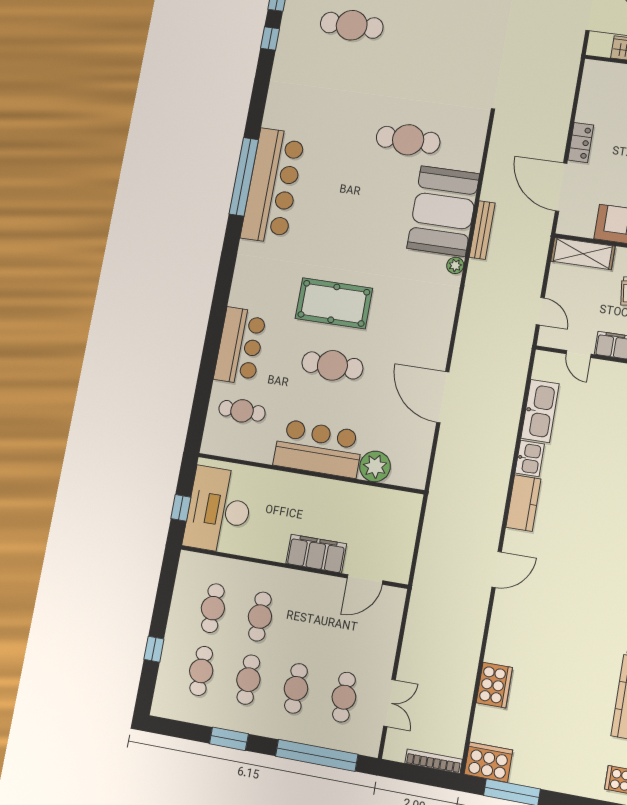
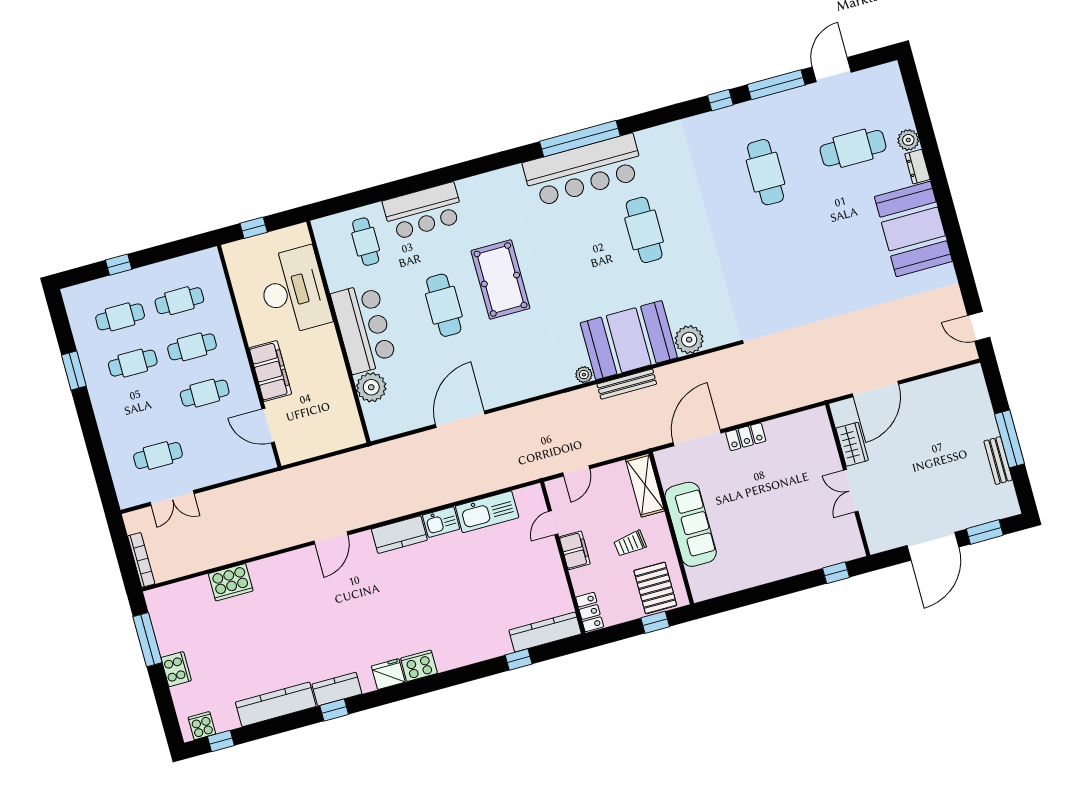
cafe table: (408, 140) -> (644, 230), moved
plant: (468, 156) -> (689, 340), added
desk: (219, 510) -> (294, 291), moved, turned 90
door: (497, 569) -> (331, 538), hinge flipped
cafe table: (296, 688) -> (205, 393), moved
window: (317, 755) -> (97, 455), removed
cooker: (488, 762) -> (176, 669), moved, width x0.73, depth x0.76

